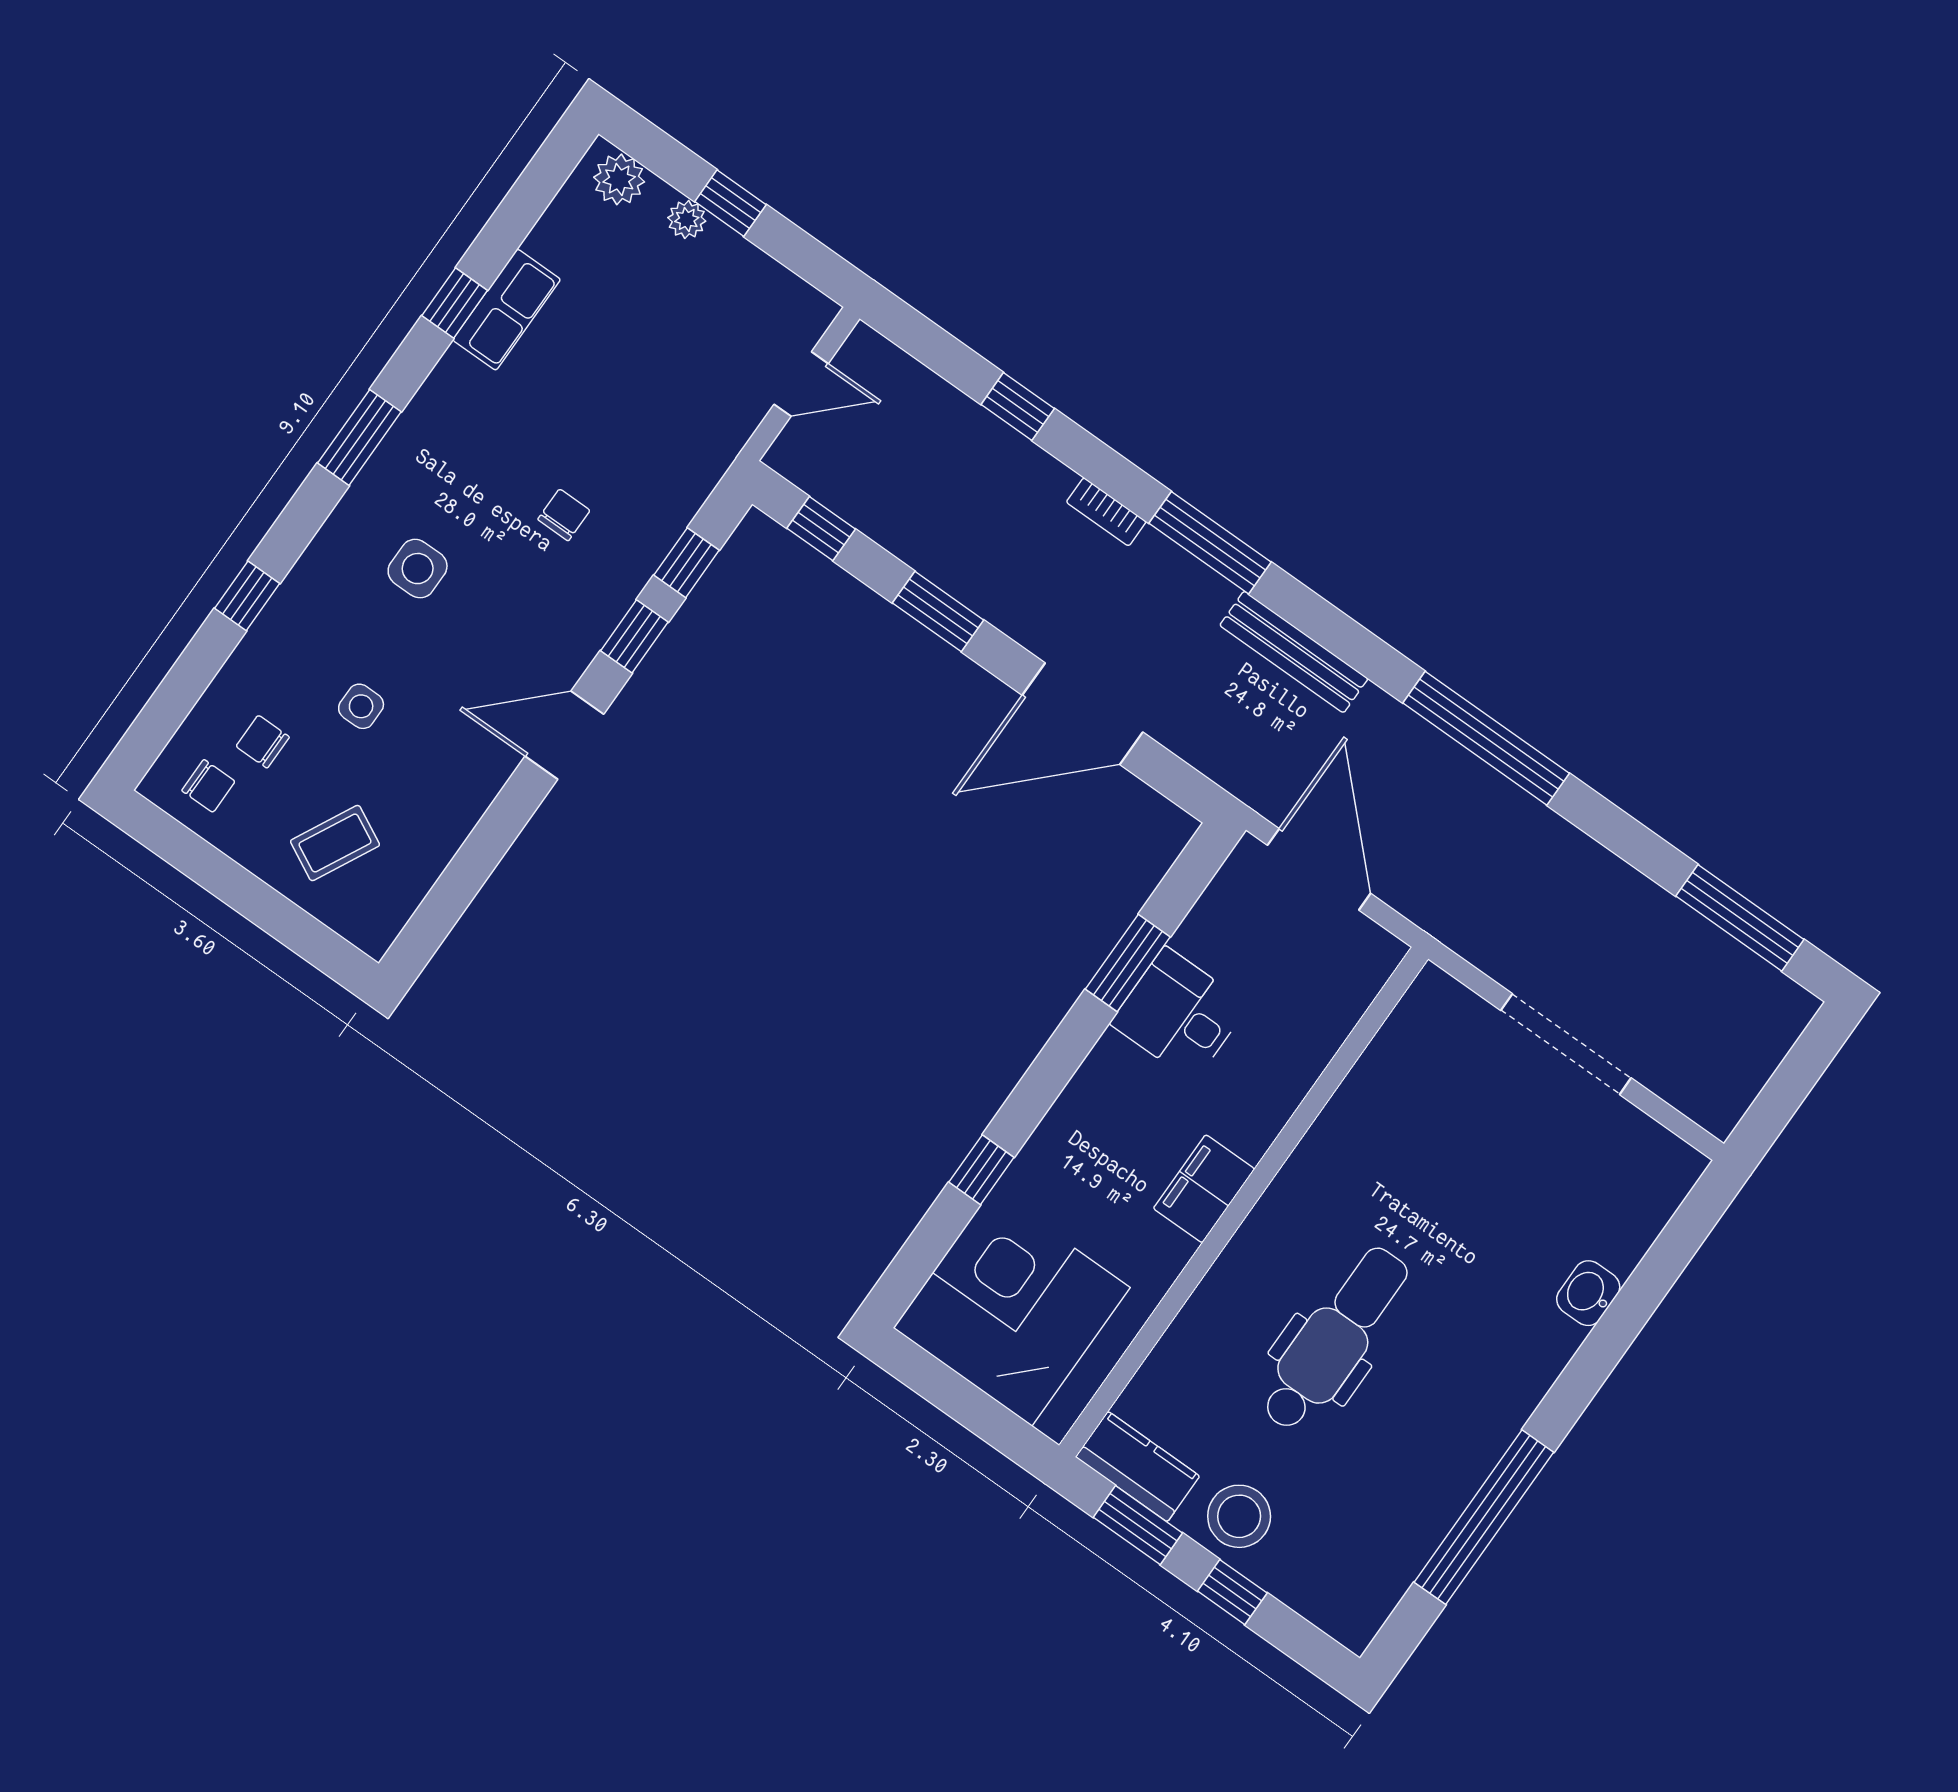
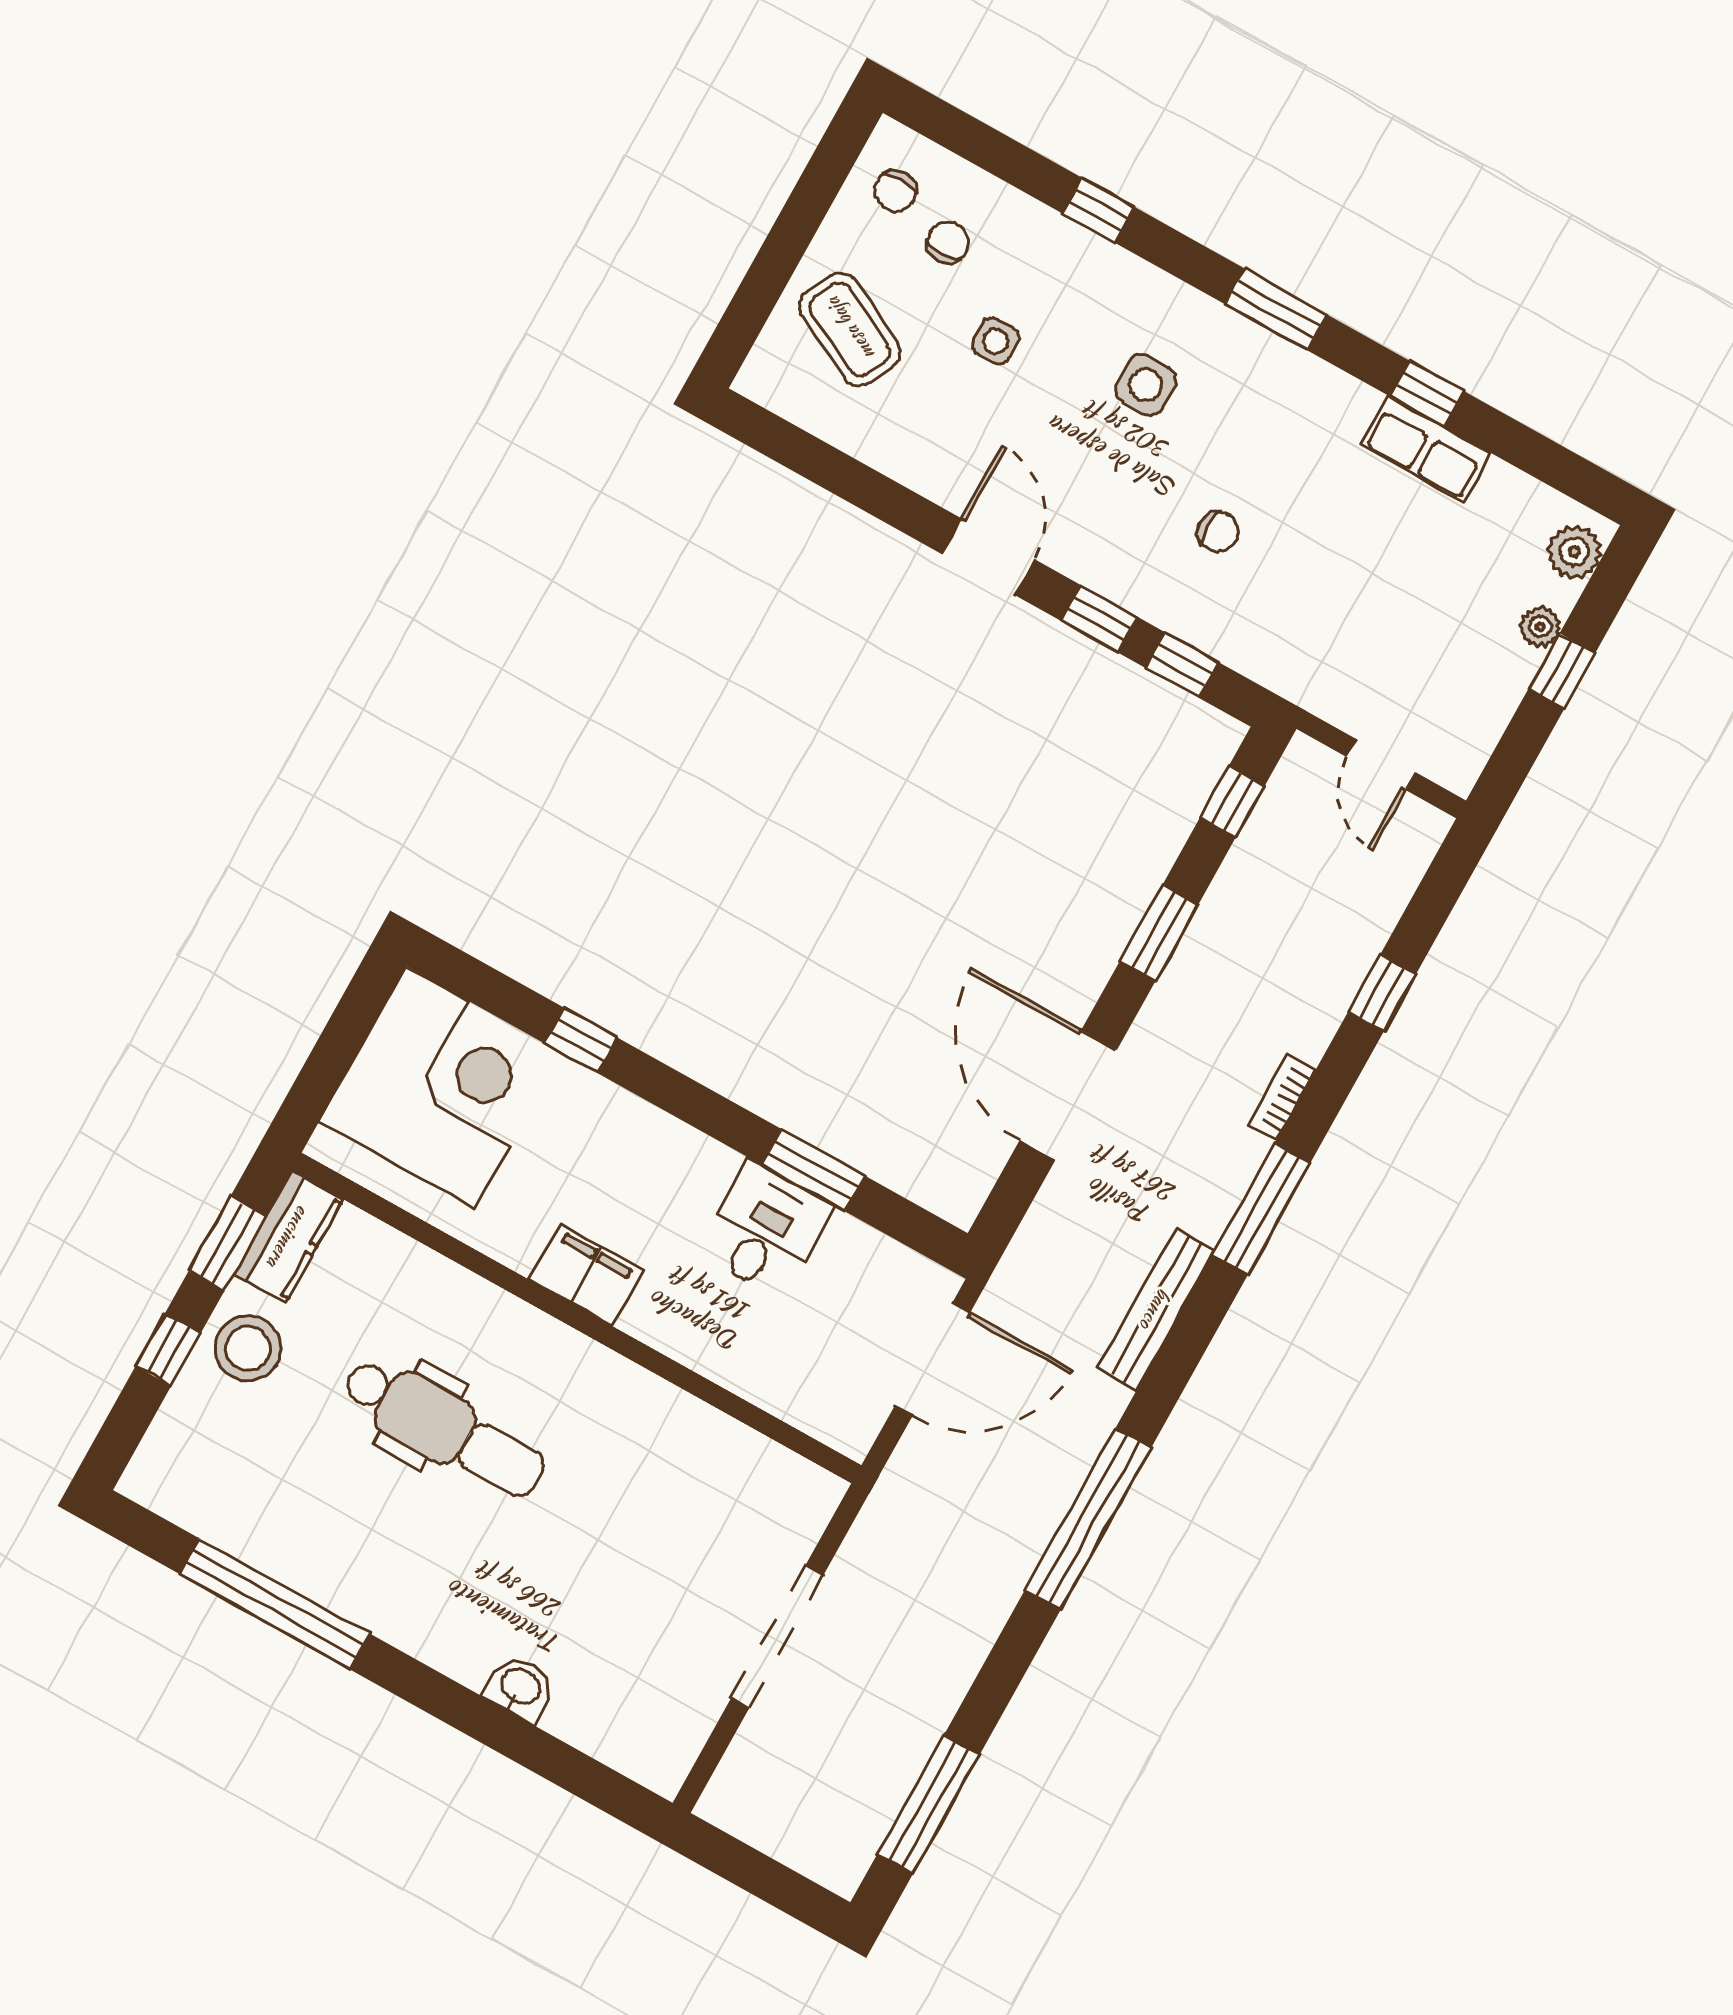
coffee table: (335, 843) -> (850, 329), width x1.36, depth x1.30

